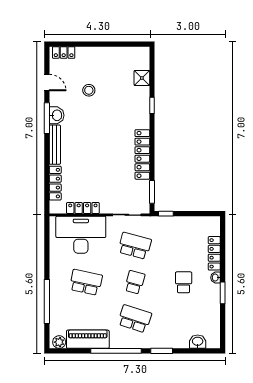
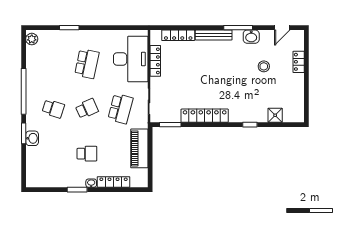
locker: (64, 52) -> (299, 62), moved
door: (47, 83) -> (282, 28), moved
washbasin: (57, 115) -> (251, 37), moved
window: (166, 214) -> (150, 137), removed
school desk: (135, 282) -> (87, 109), turned -39
window: (47, 301) -> (69, 28), width x0.47
school desk: (135, 319) -> (53, 109), width x0.54
piano: (88, 339) -> (139, 148), moved, turned 180
washbasin: (198, 342) -> (32, 138), moved

